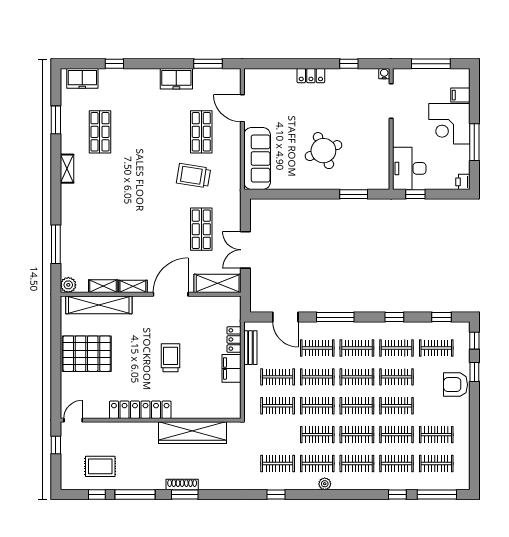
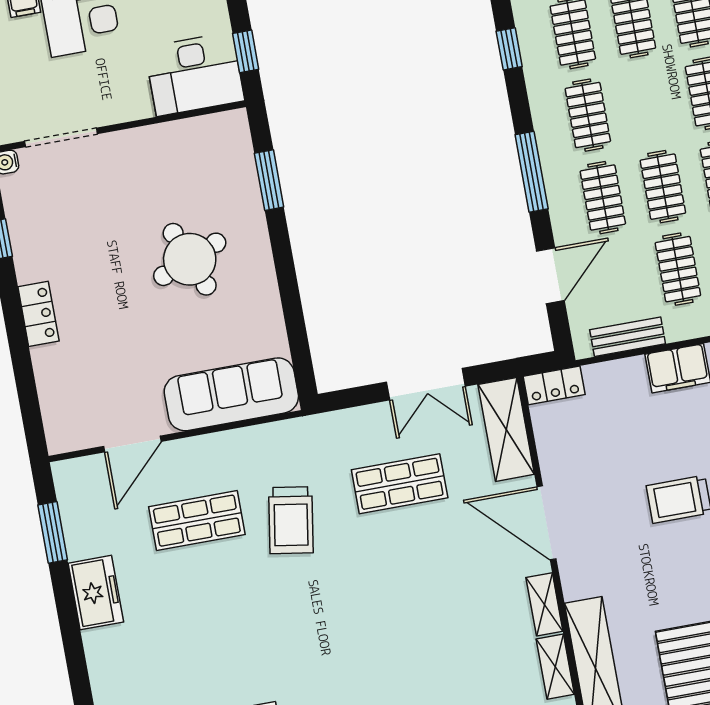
locker: (234, 339) -> (554, 385), moved
clothes rail: (357, 377) -> (648, 104), removed

